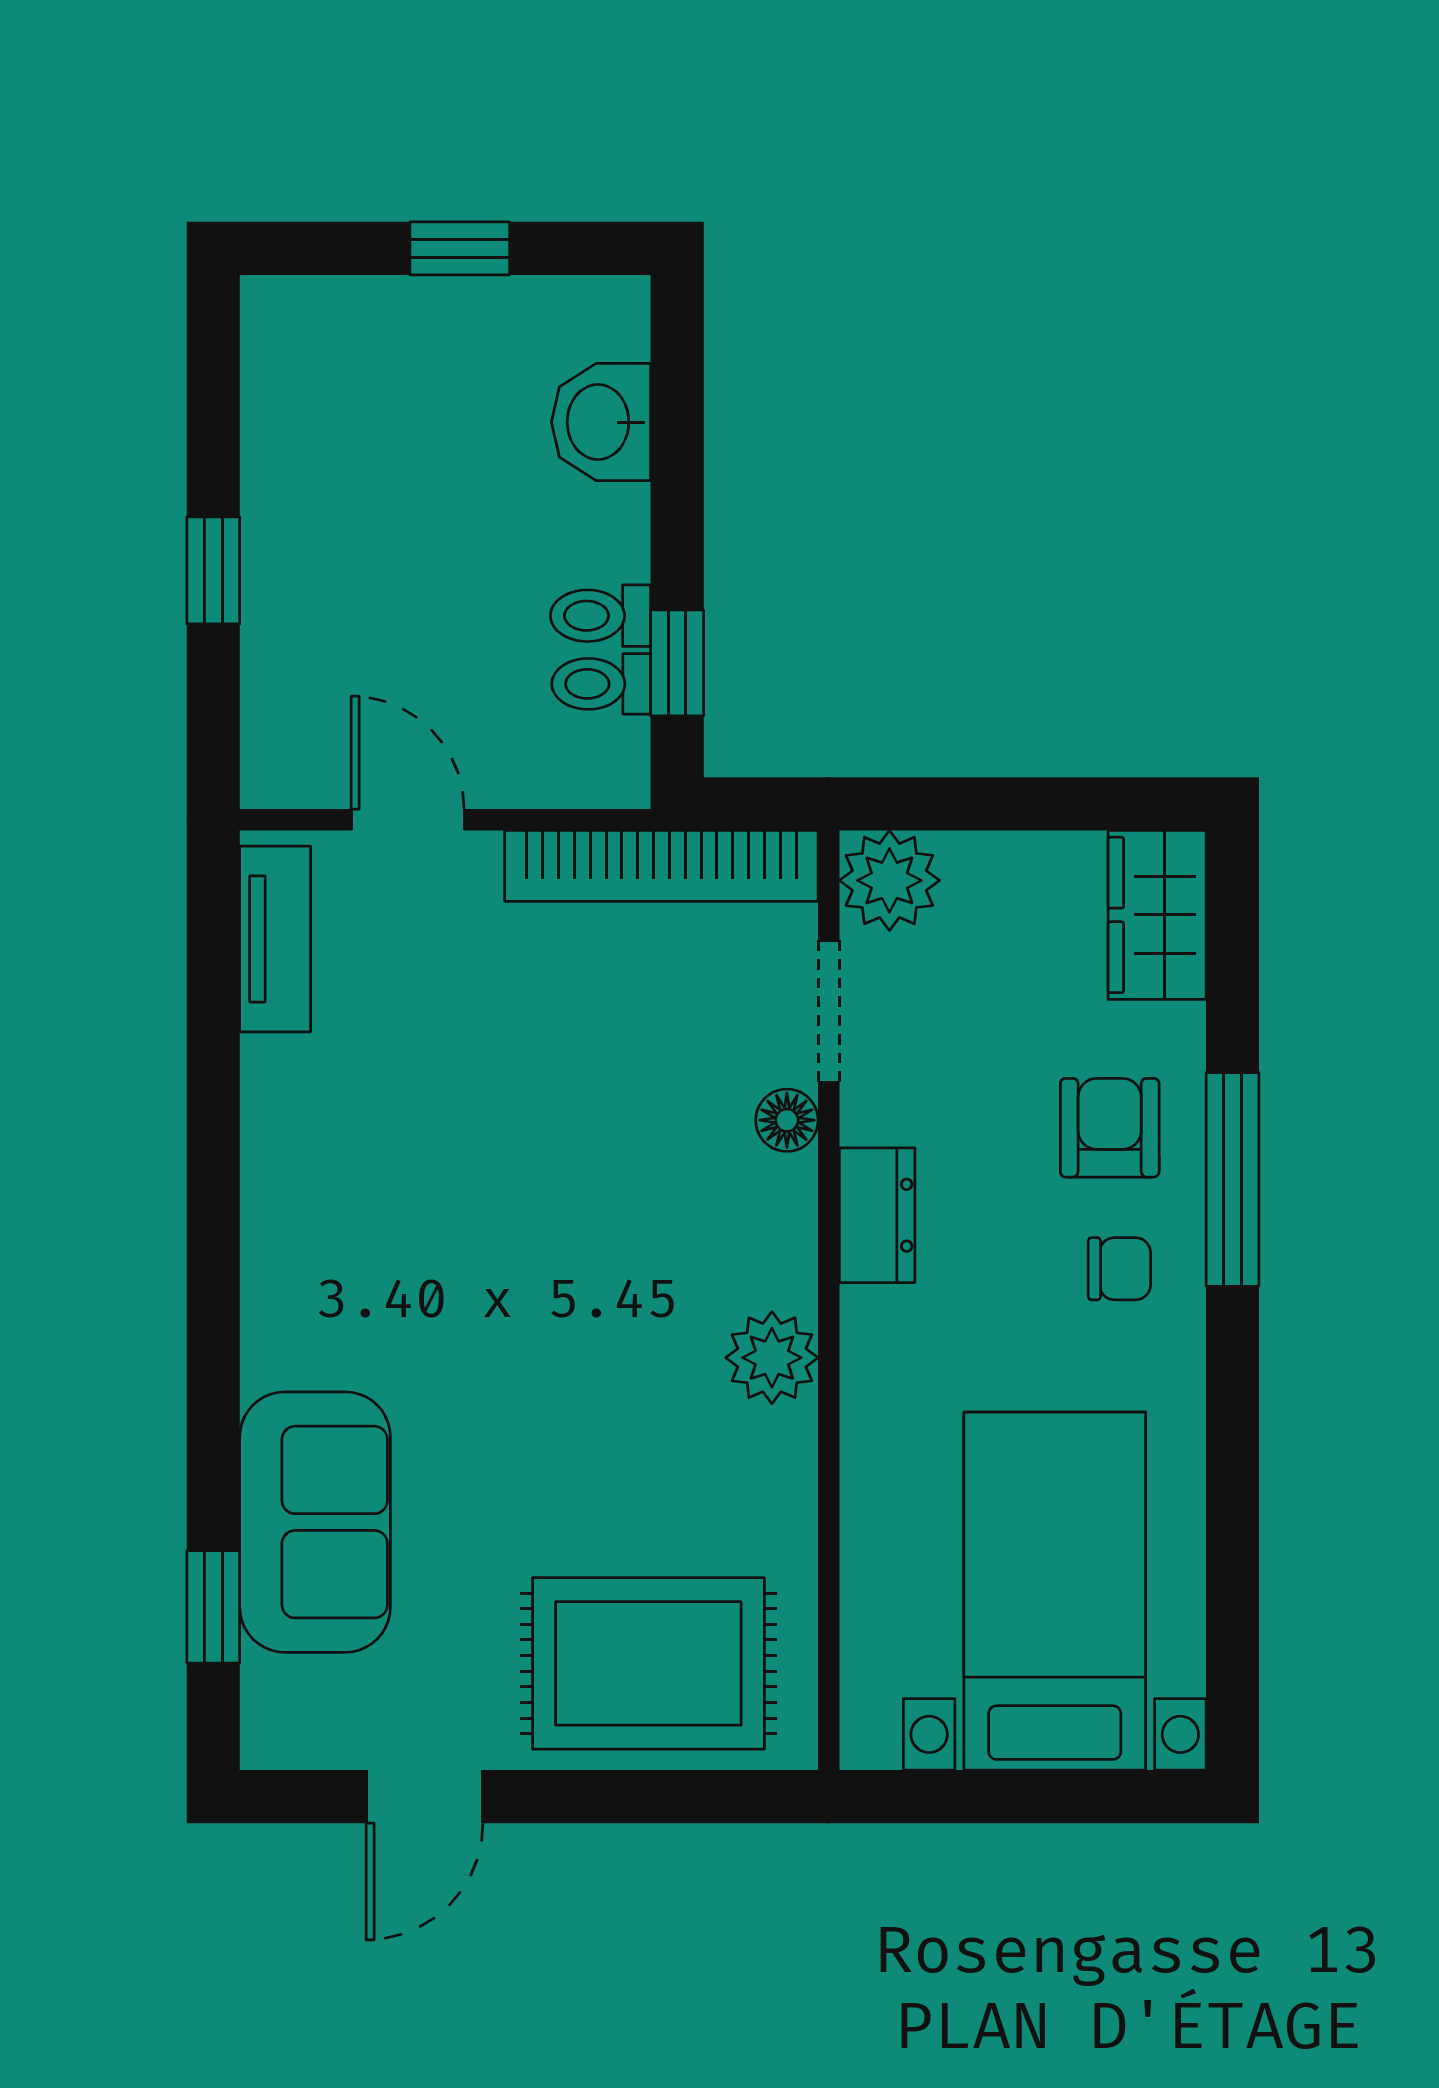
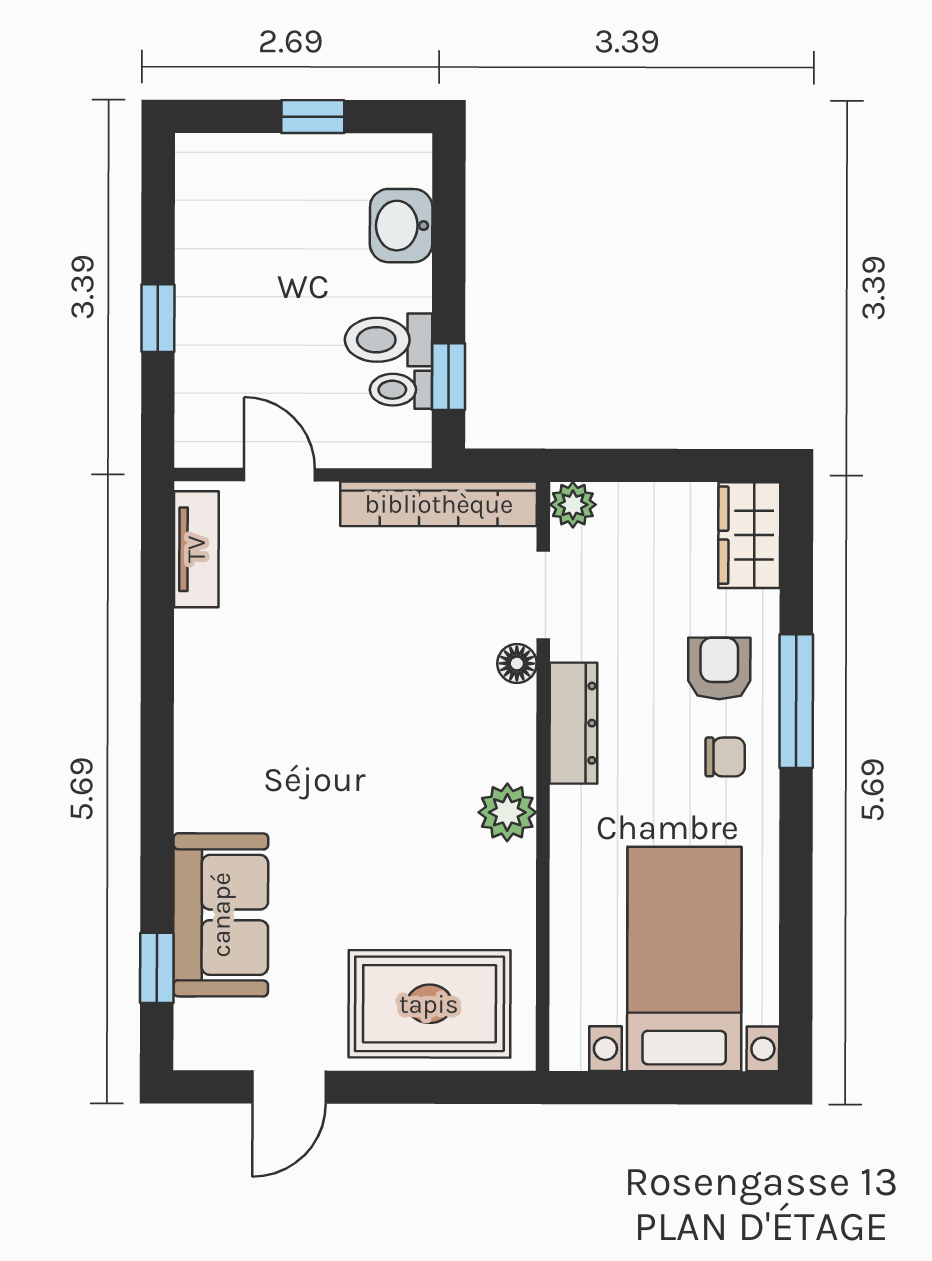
toilet: (601, 616) -> (389, 340), width x1.37, depth x1.39
plant: (889, 880) -> (573, 505), width x0.73, depth x0.73
dresser: (877, 1215) -> (573, 723), width x1.44

